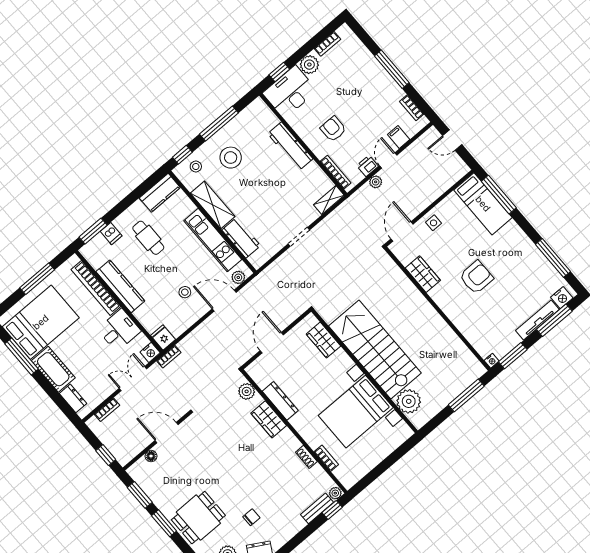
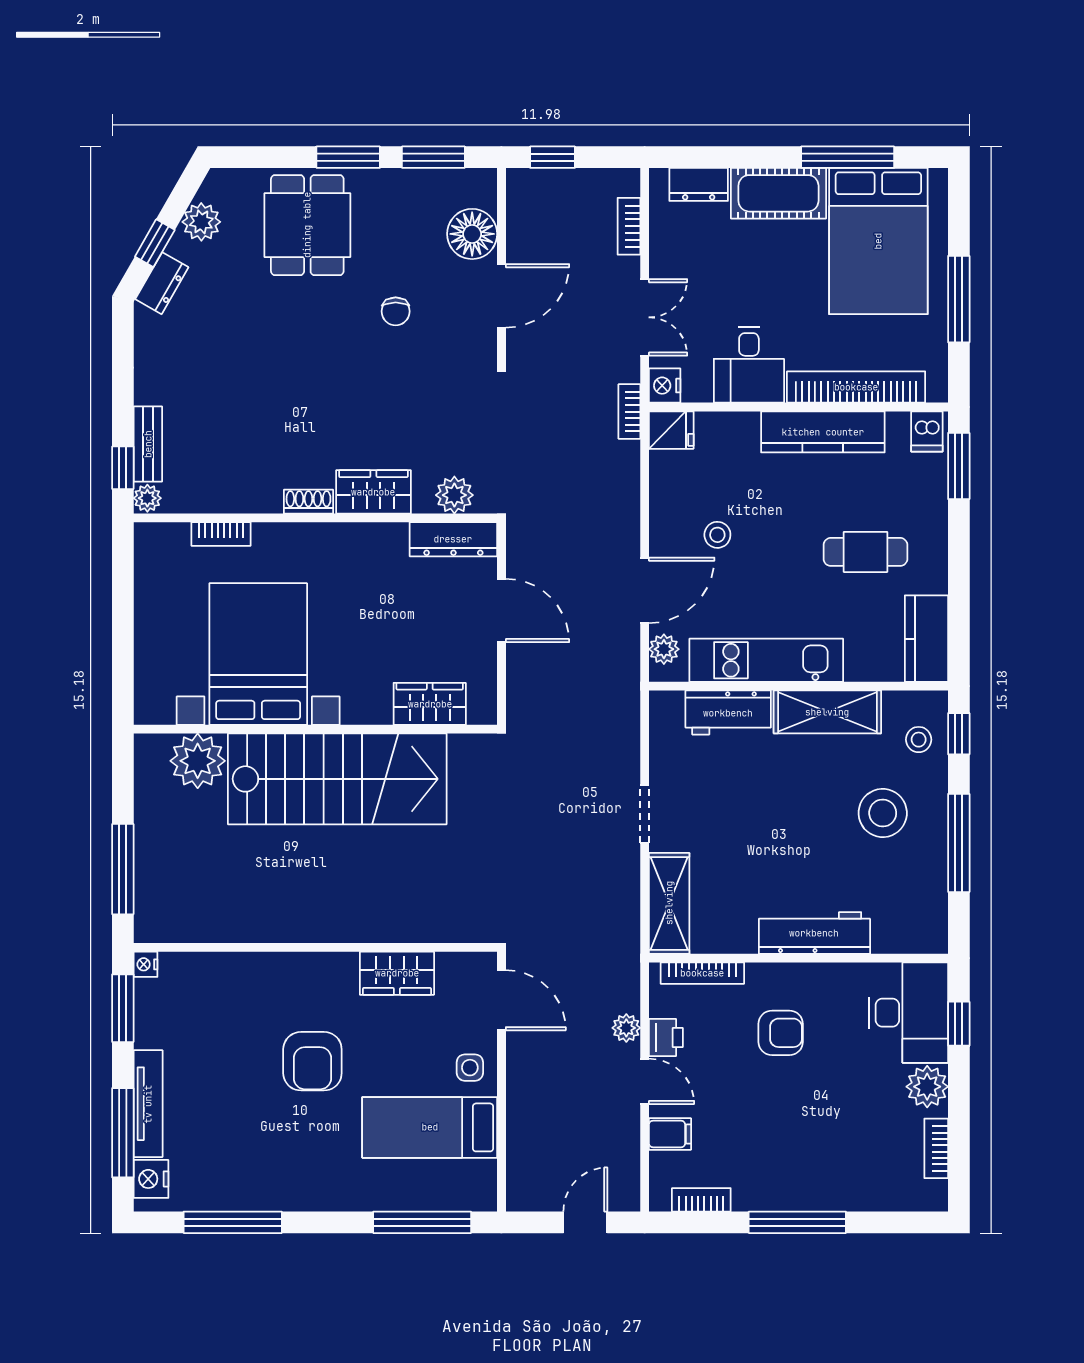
shelving: (329, 200) -> (669, 903), width x1.50, depth x1.33
bed: (483, 204) -> (430, 1127), moved
dishwasher: (111, 234) -> (927, 432), moved, turned -90
dresser: (280, 401) -> (453, 539), moved
floor lamp: (151, 456) -> (472, 234), width x1.89, depth x1.89
shoe rack: (306, 457) -> (308, 502), moved
chair: (251, 517) -> (396, 311), moved

